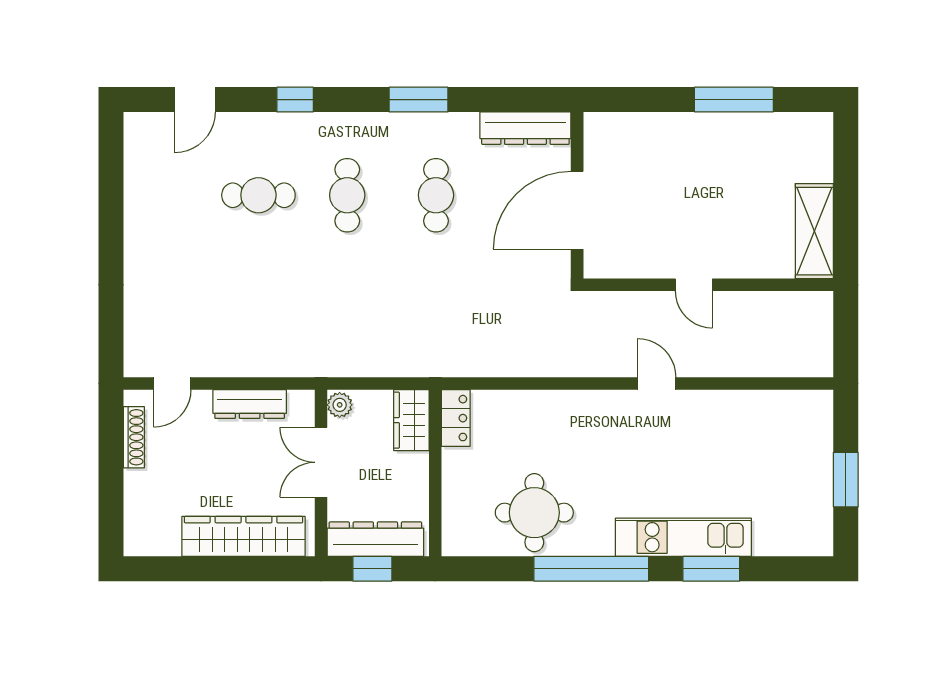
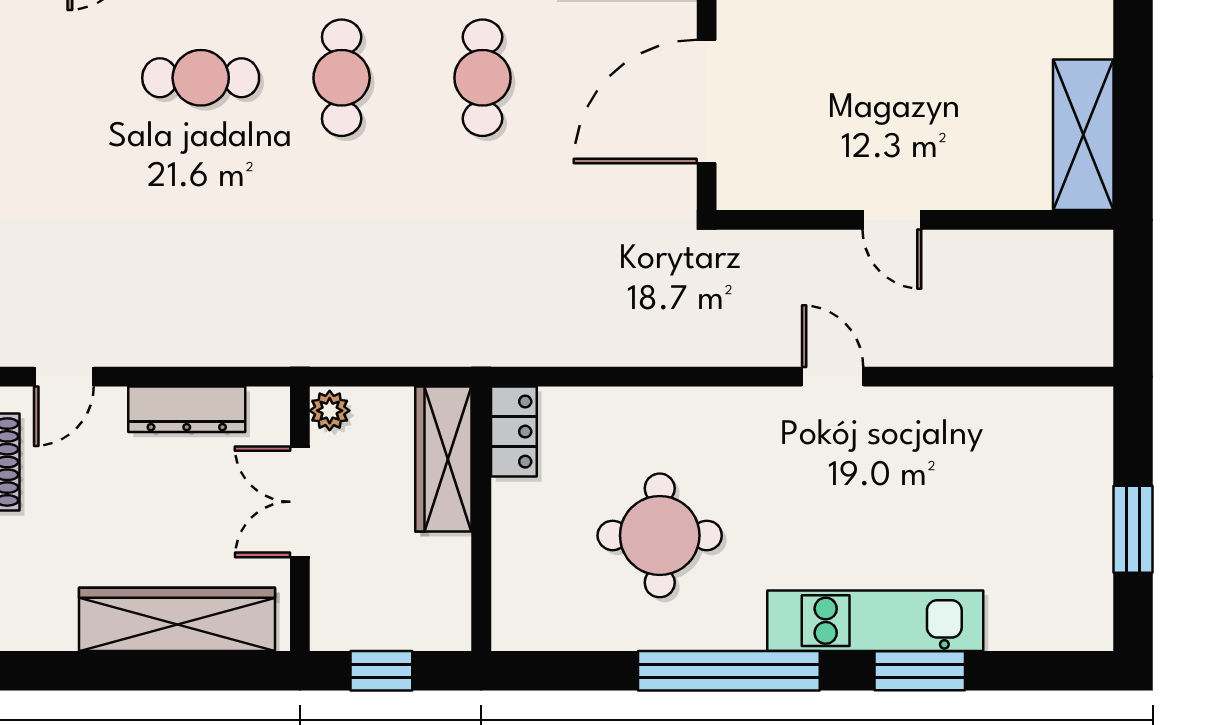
wardrobe: (411, 420) -> (443, 459), width x1.50
round table: (534, 513) -> (660, 535), moved
dresser: (375, 539) -> (386, 624), removed

